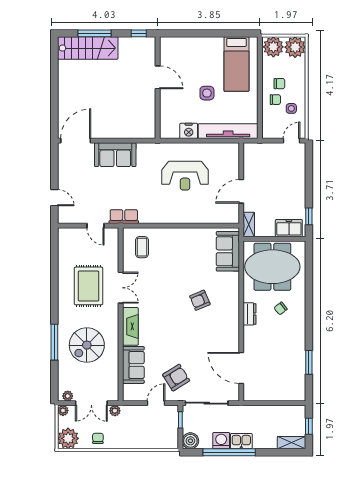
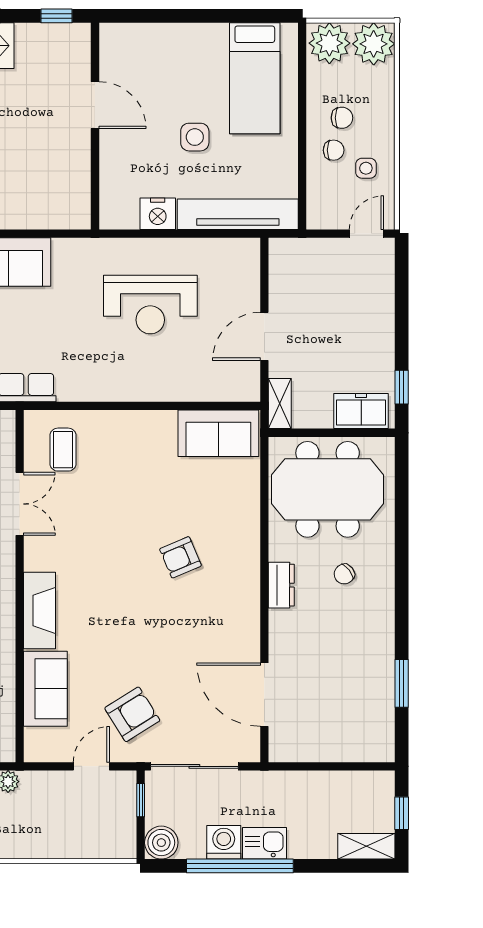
sofa: (228, 251) -> (218, 433), moved, turned -90
double door: (121, 288) -> (20, 504), moved

